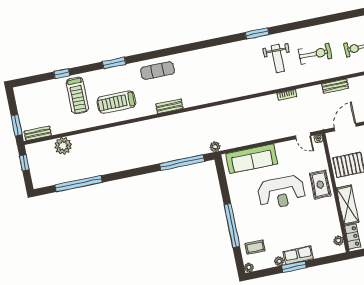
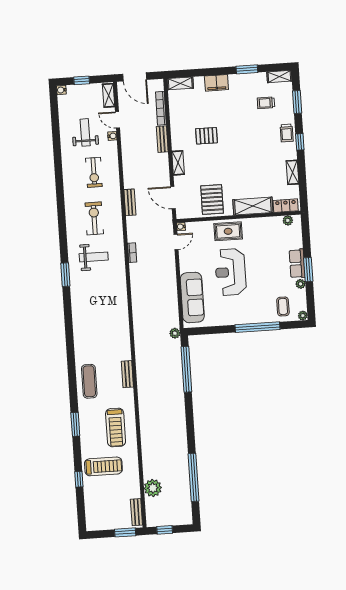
reception desk: (281, 192) -> (231, 272), turned 180

